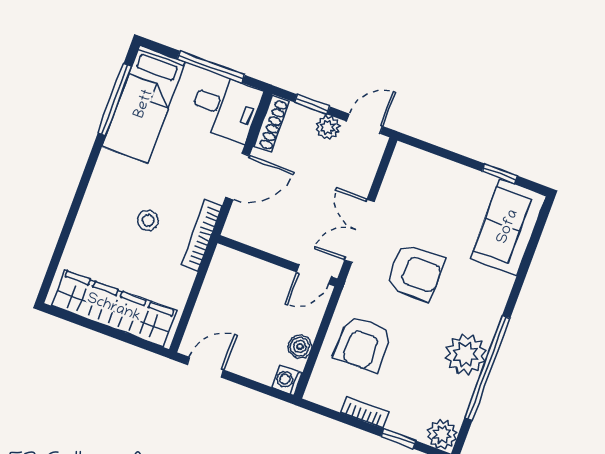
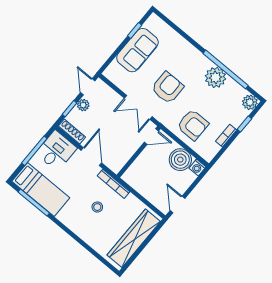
sofa: (508, 227) -> (137, 50), moved, turned -90
door: (314, 274) -> (151, 137), hinge flipped
boiler: (300, 347) -> (180, 160), width x1.86, depth x1.86

